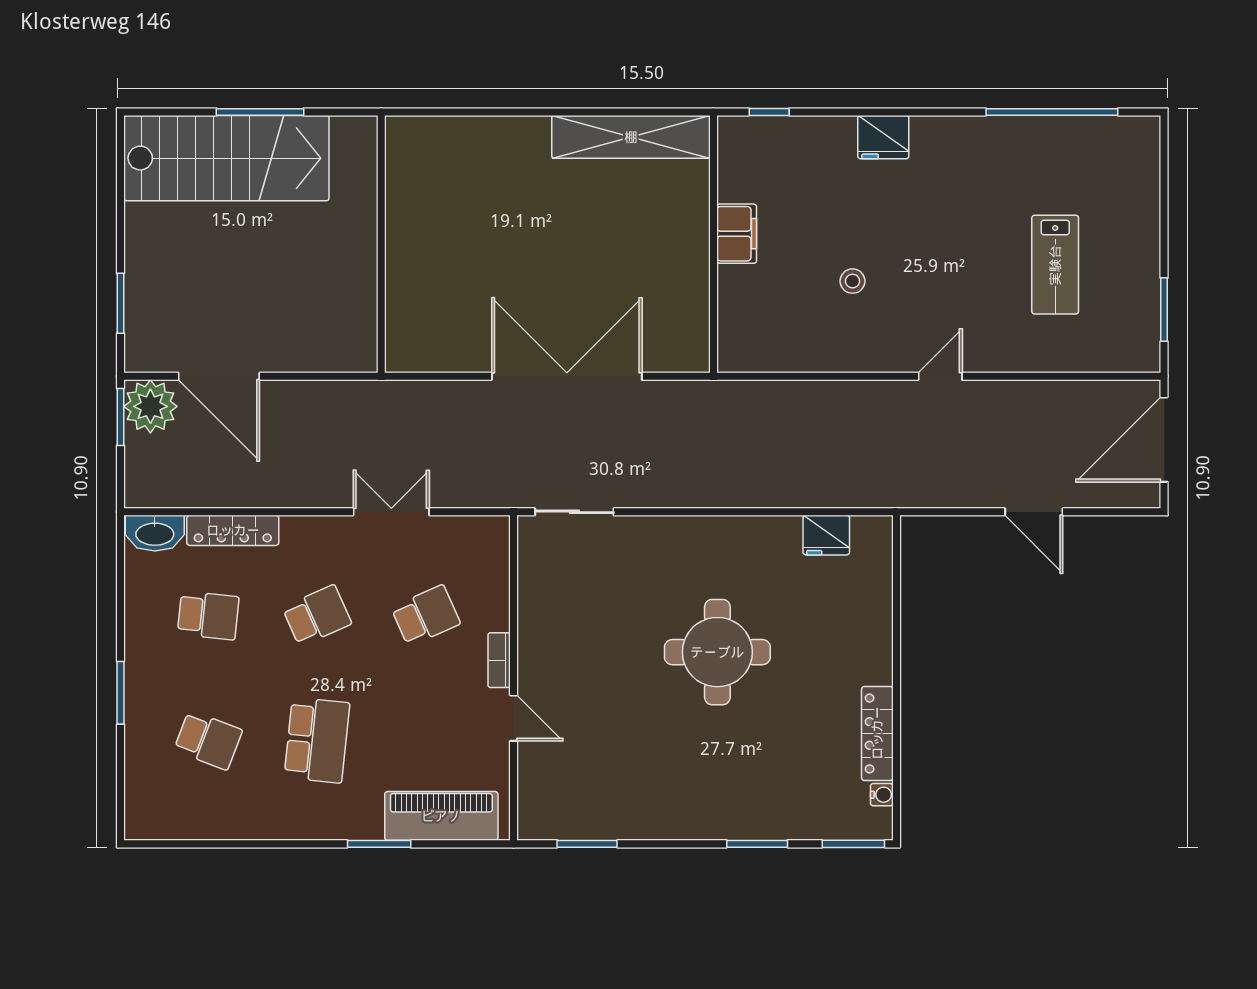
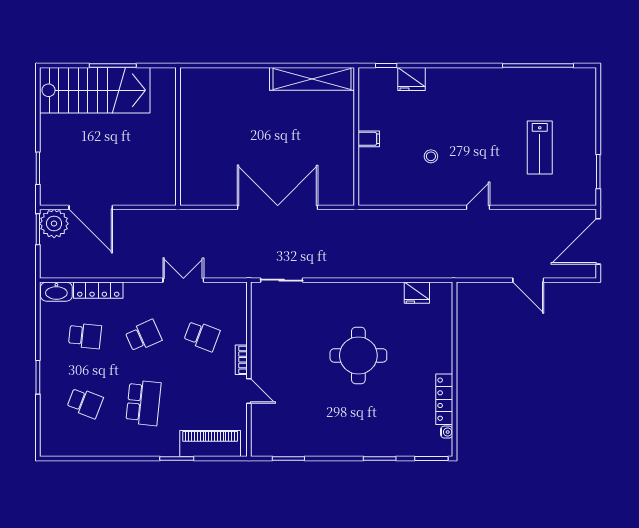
fridge: (883, 137) -> (412, 79), moved
filing cabinet: (737, 234) -> (369, 139), width x0.50
school desk: (426, 616) -> (202, 336), turned 45

